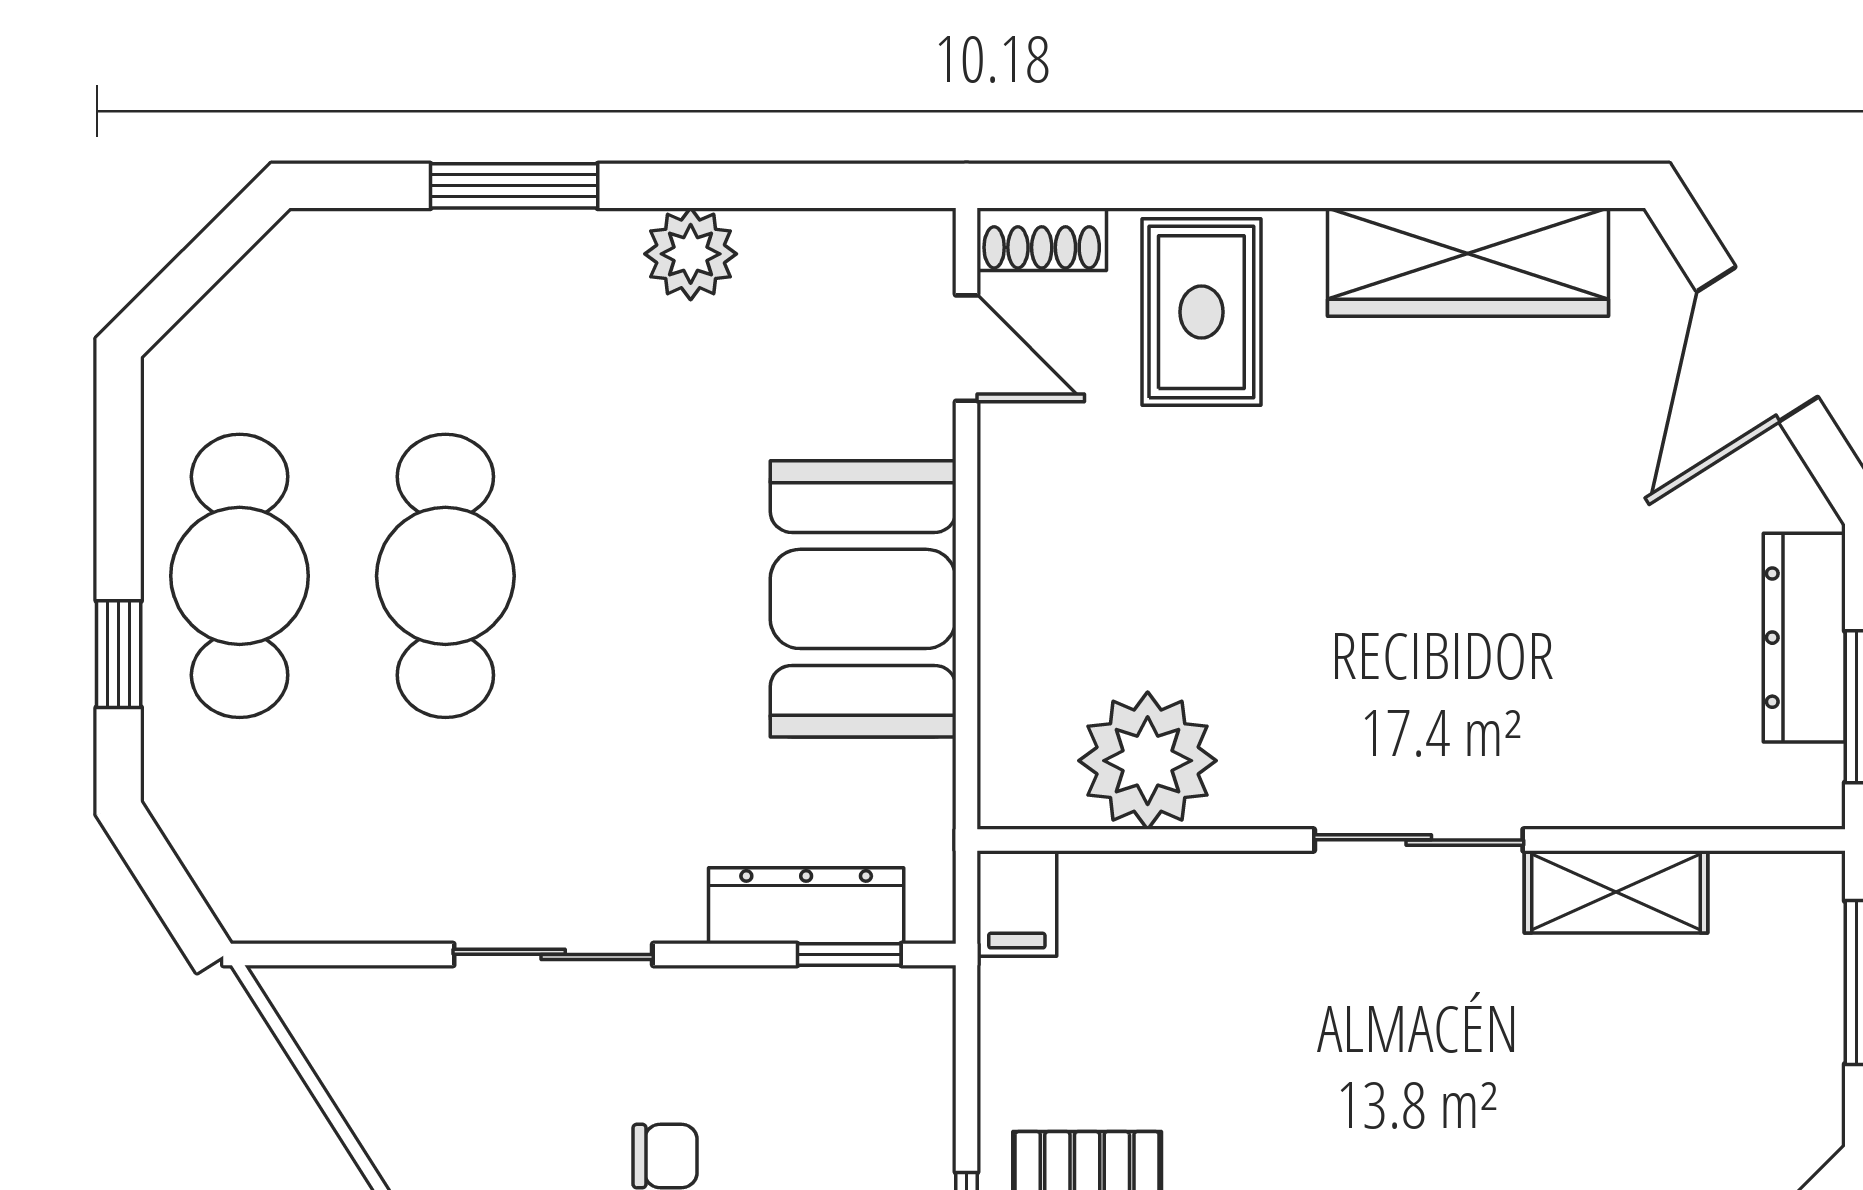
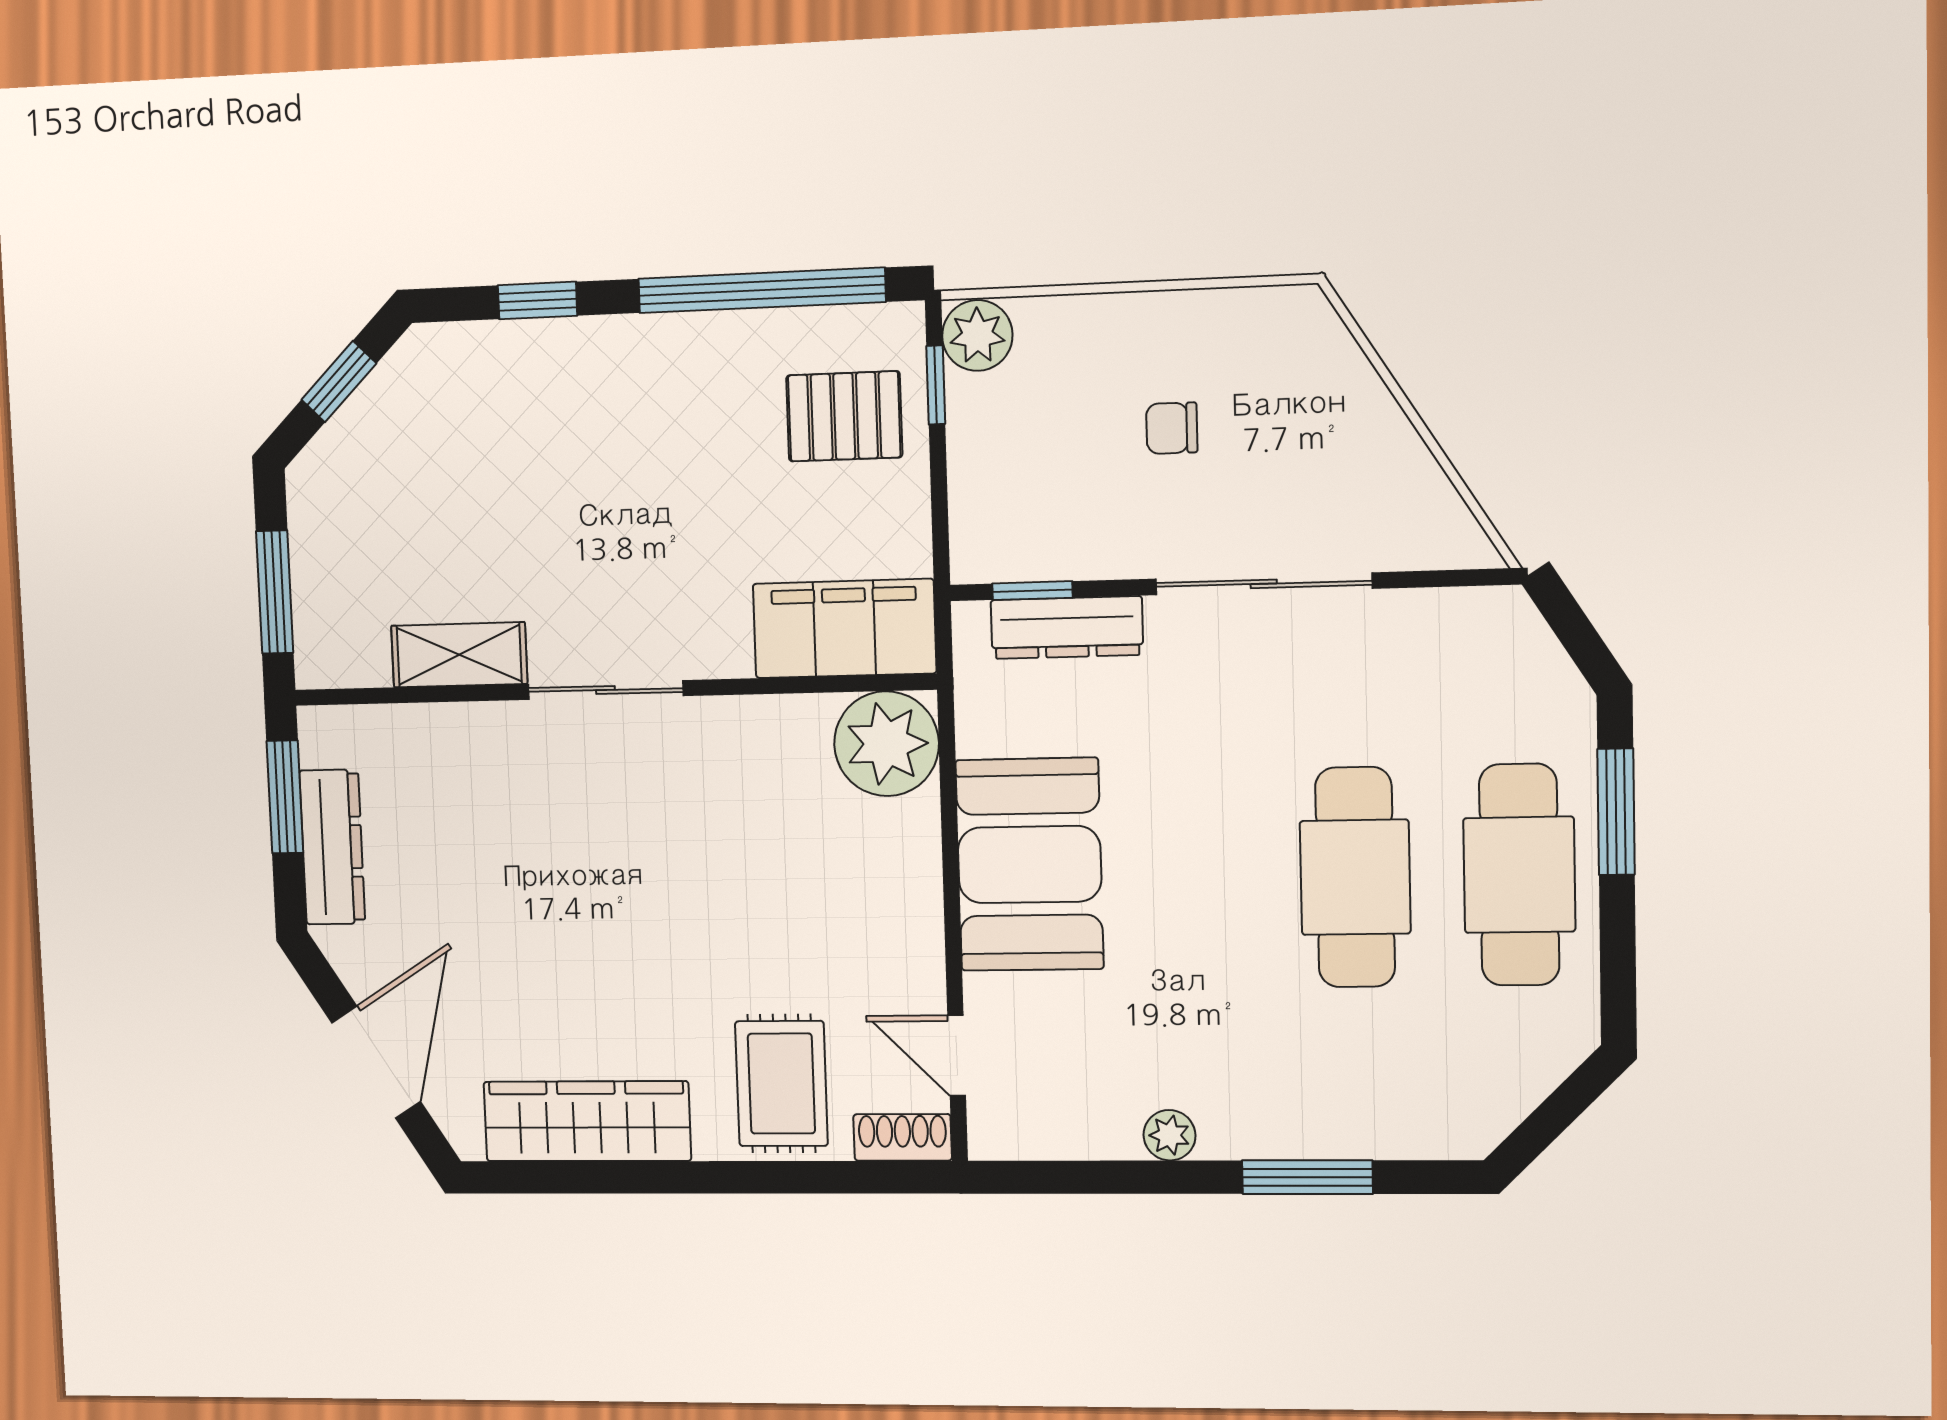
plant: (691, 254) -> (1170, 1135), width x0.73, depth x0.73
window: (119, 654) -> (1616, 812), width x1.50
plant: (1148, 761) -> (886, 744), moved
filing cabinet: (1017, 904) -> (844, 629), width x3.00, depth x1.17
sliding door: (553, 954) -> (1264, 584), width x1.37

